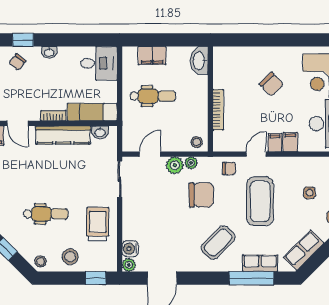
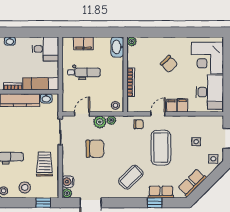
plant: (219, 53) -> (132, 41), added
chair: (201, 195) -> (95, 149), moved
window: (251, 278) -> (155, 203), width x0.46

